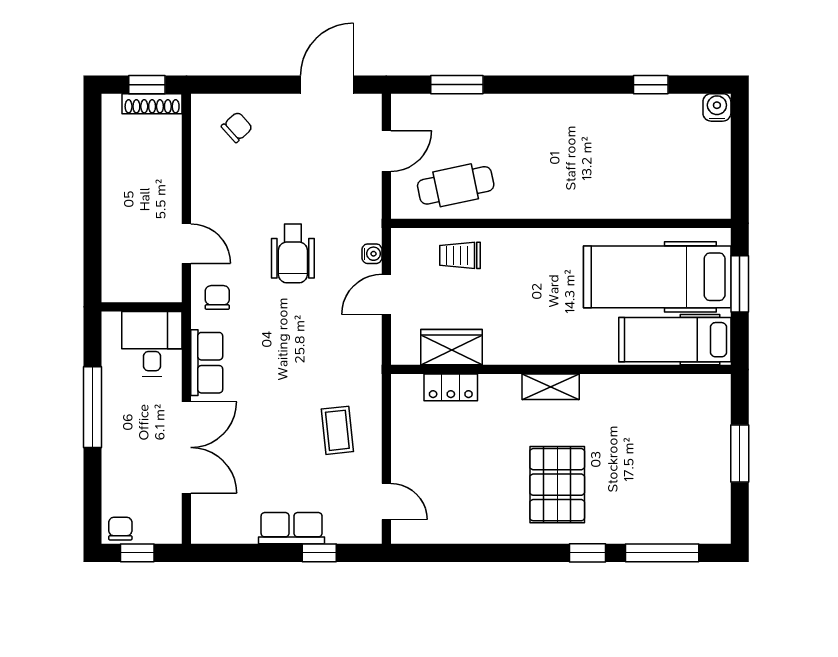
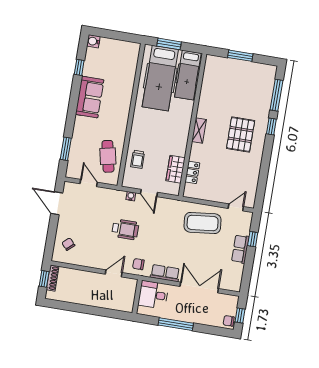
sofa: (586, 120) -> (90, 97), added
coffee table: (337, 430) -> (203, 223), width x1.86, depth x1.72
pallet: (557, 485) -> (241, 135), turned 90

